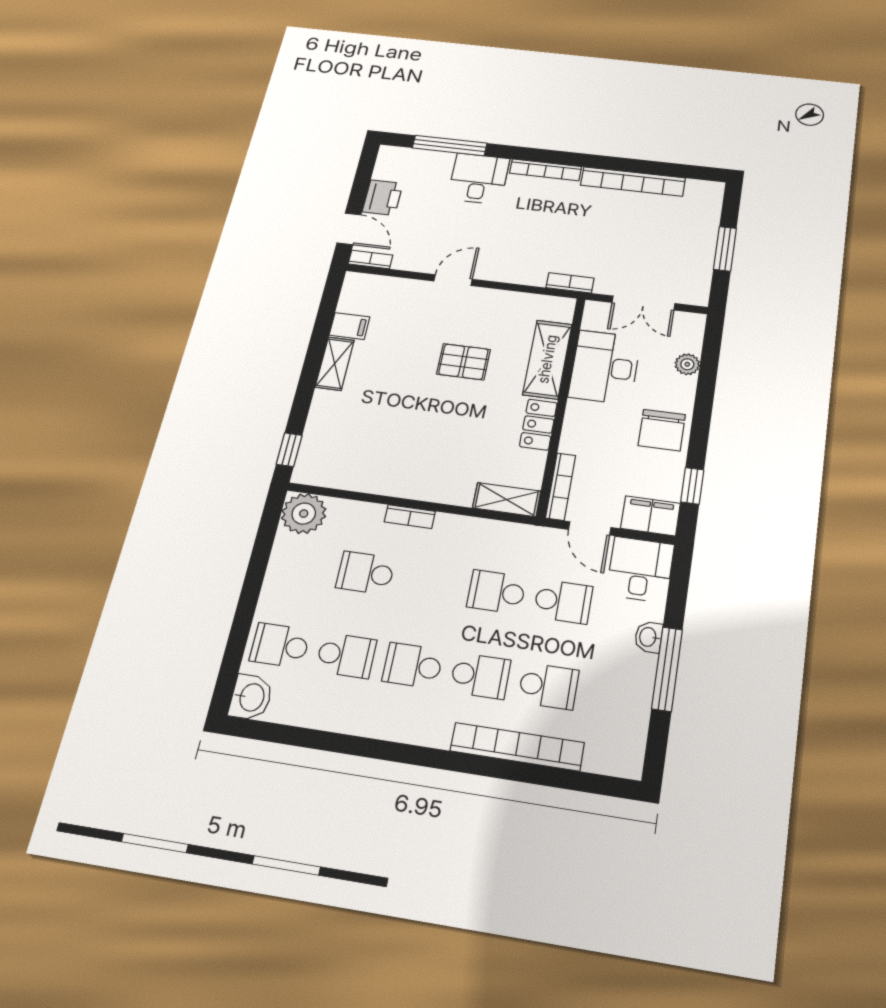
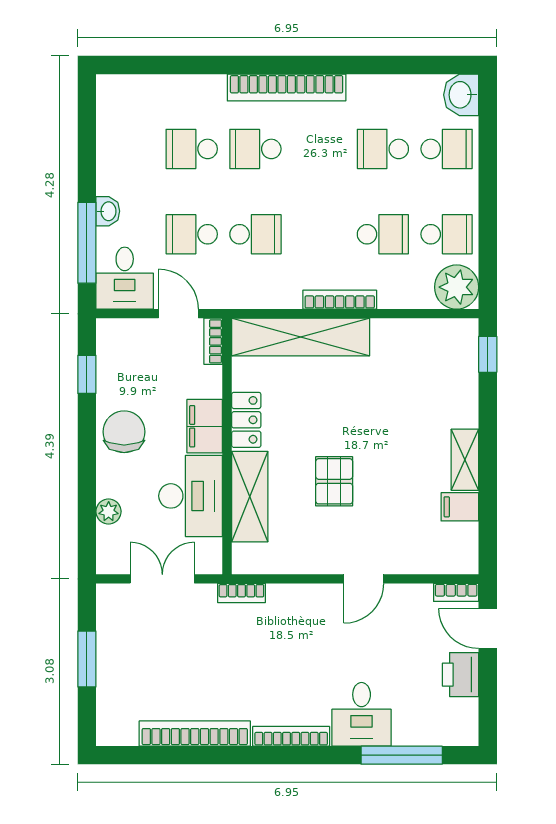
pallet: (463, 362) -> (334, 481), turned 90
bookcase: (561, 487) -> (213, 341), width x0.64
shelving: (507, 500) -> (301, 337), width x2.20, depth x1.33
filing cabinet: (650, 516) -> (205, 426), moved, turned 90
bookcase: (410, 517) -> (340, 300), width x1.56
school desk: (413, 666) -> (447, 234), moved
window: (667, 669) -> (87, 243), moved
bookcase: (517, 747) -> (287, 87), moved

